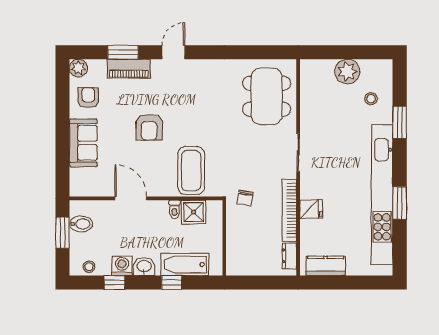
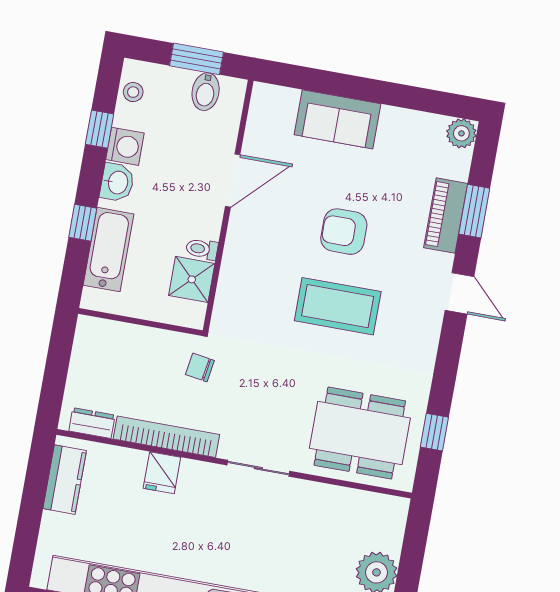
window: (258, 52) -> (434, 432), added
armchair: (88, 98) -> (410, 141), removed
coffee table: (191, 171) -> (338, 306), moved

